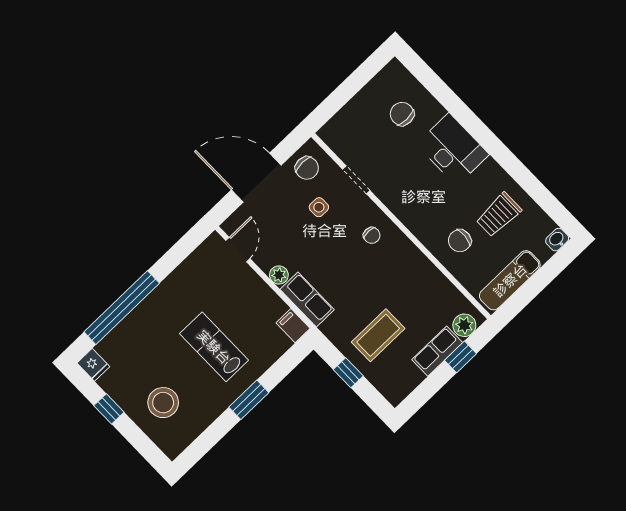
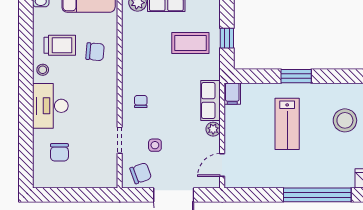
chair: (307, 168) -> (141, 173), turned 70
stool: (493, 176) -> (43, 70), added

